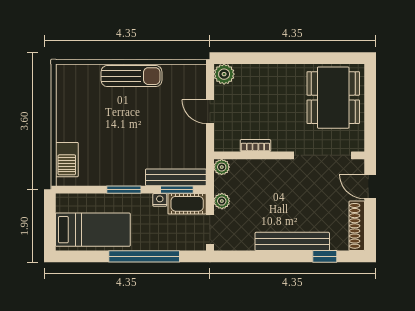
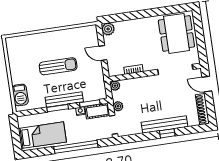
sun lounger: (132, 76) -> (58, 66), moved
bench: (176, 177) -> (64, 100), moved
window: (325, 256) -> (167, 133), moved

